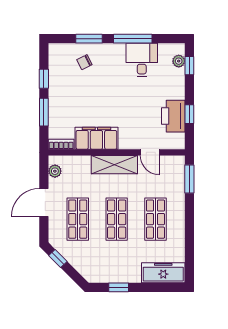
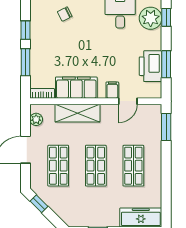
plant: (179, 61) -> (151, 18), width x1.88, depth x1.88
window: (189, 114) -> (166, 64), width x1.50
filing cabinet: (134, 141) -> (112, 90), added
door: (150, 152) -> (128, 101), hinge flipped
shelving: (114, 165) -> (77, 113), moved

